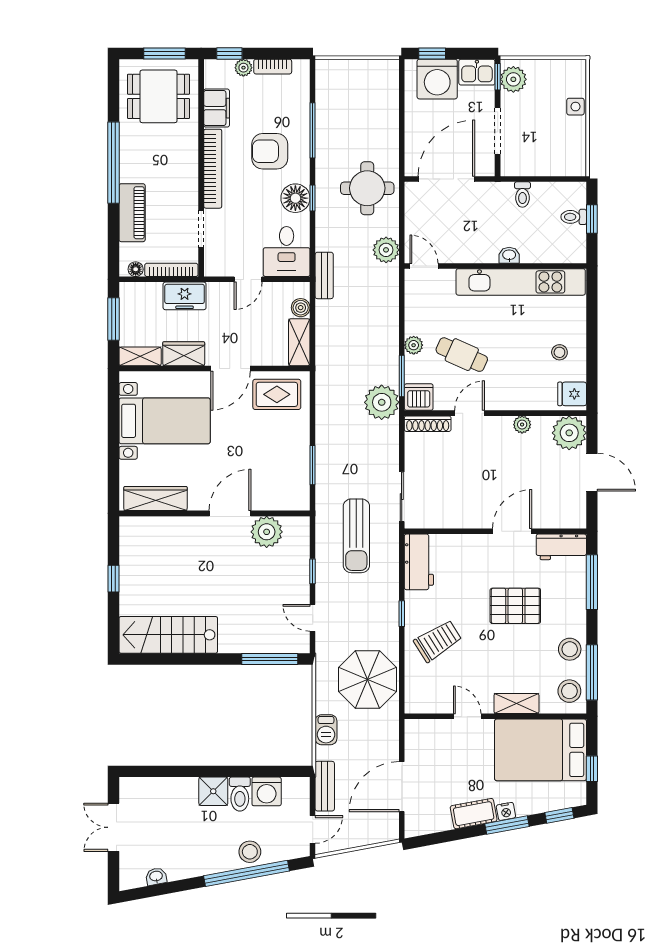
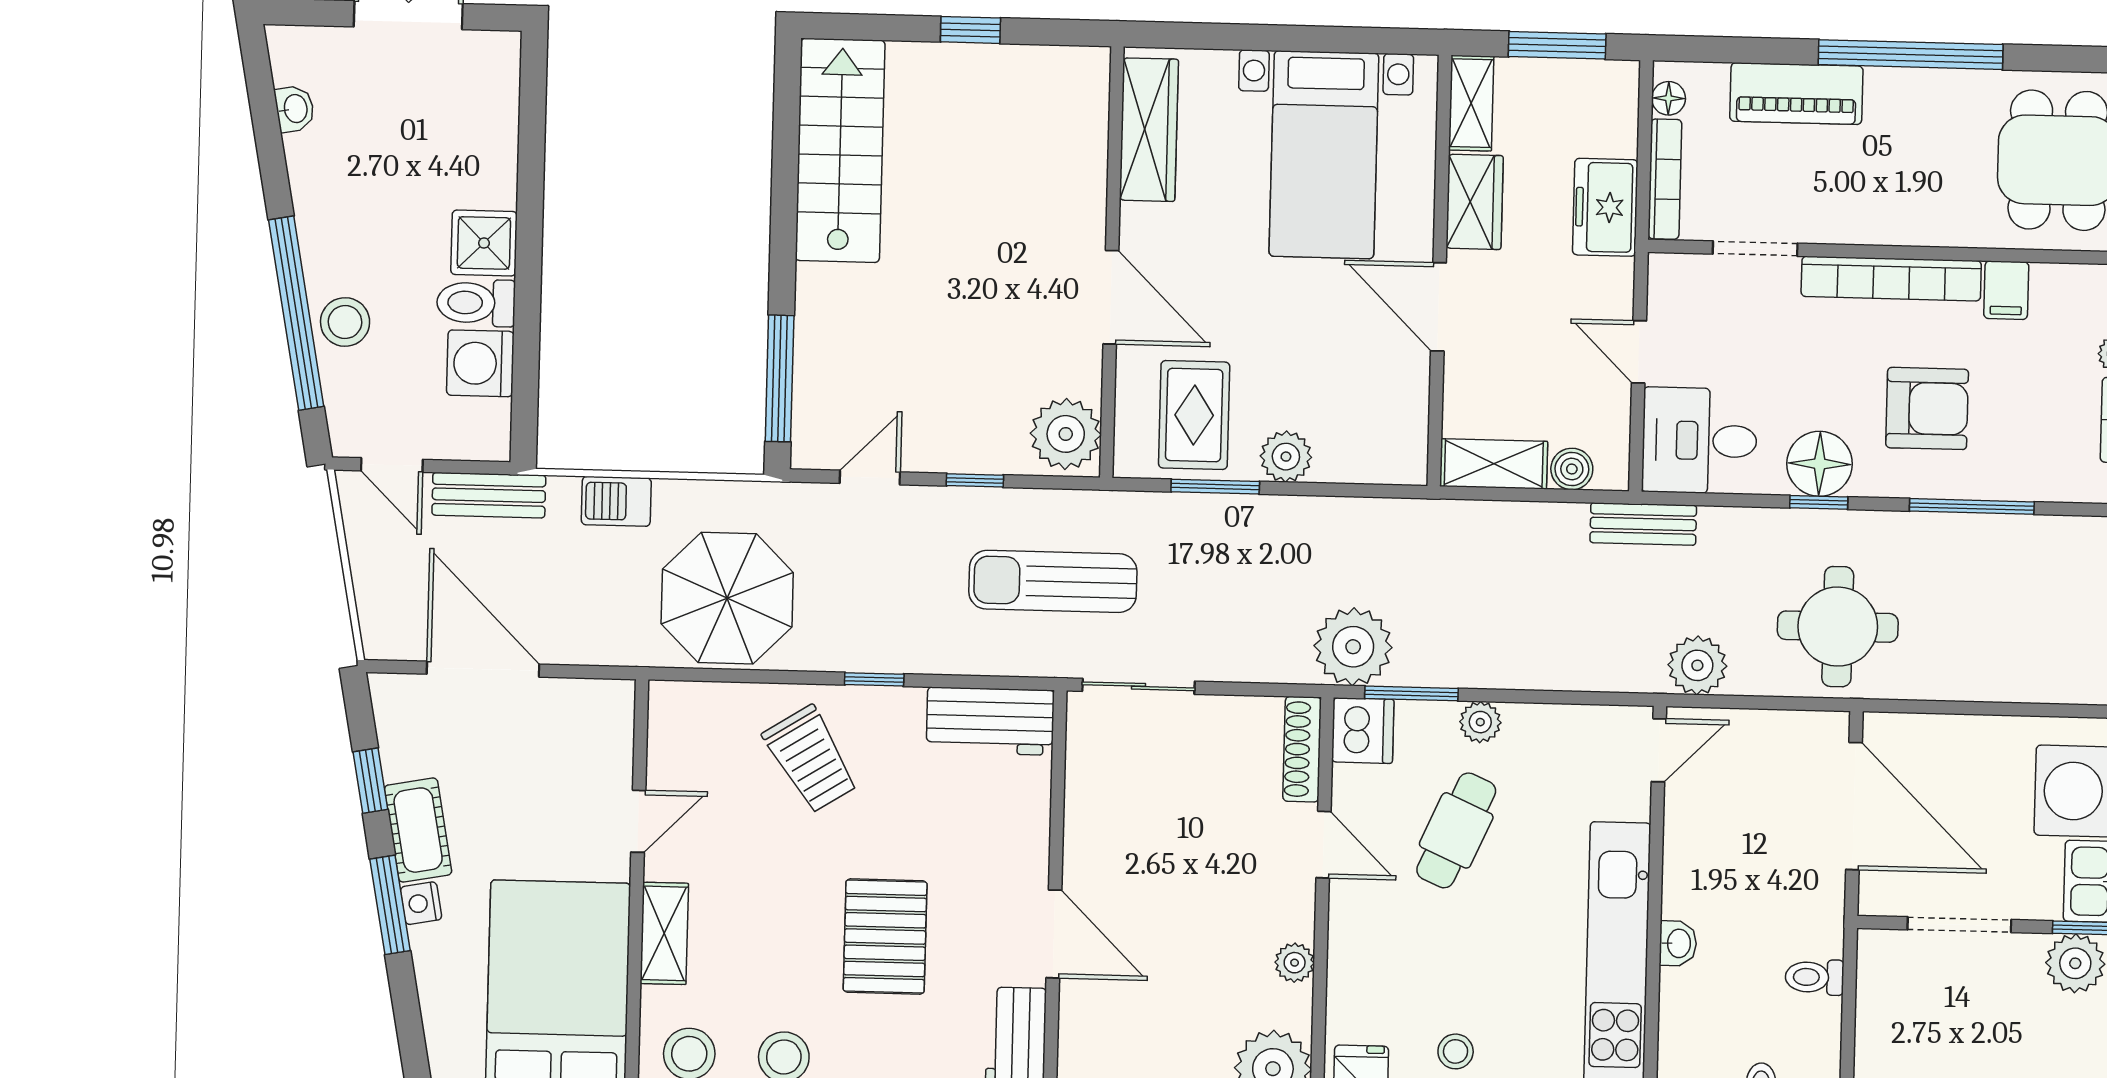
filing cabinet: (217, 108) -> (2006, 290), width x0.50
armchair: (270, 151) -> (1927, 408), turned 90
rug: (277, 394) -> (1194, 415), moved
plant: (298, 434) -> (1286, 457), added
plant: (267, 532) -> (1066, 434), moved
window: (559, 815) -> (370, 781), moved

